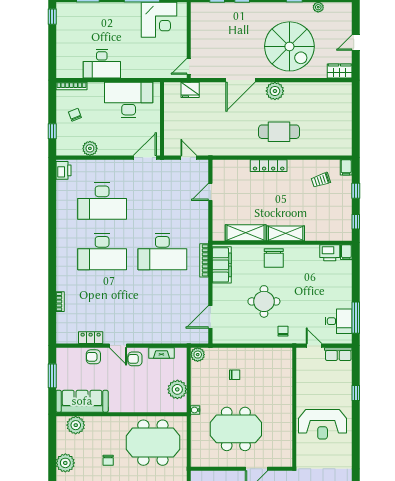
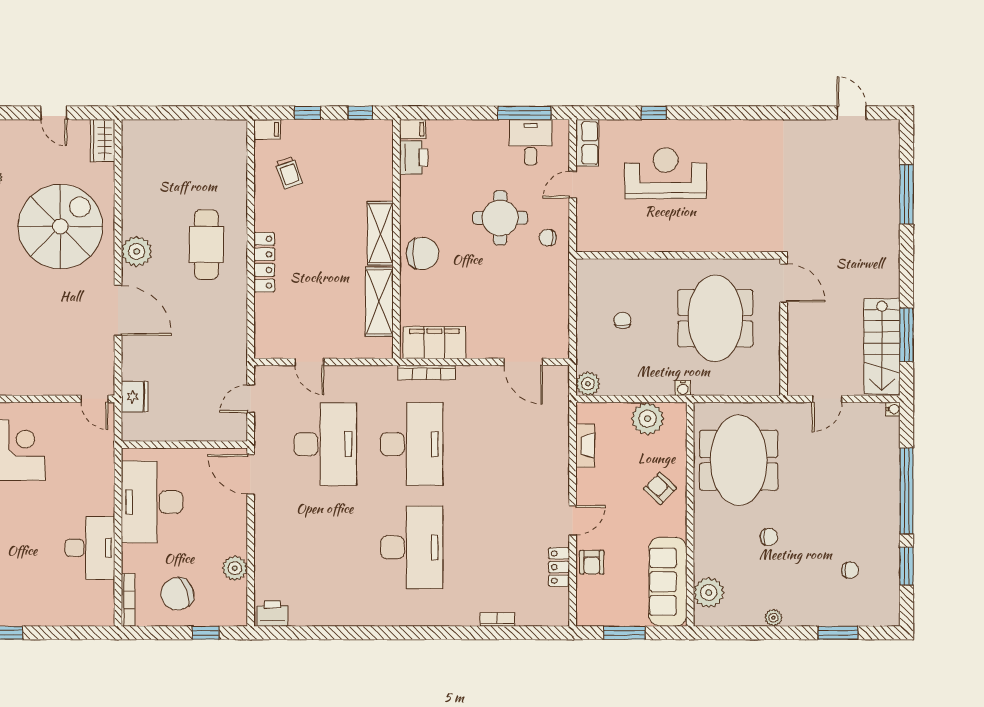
chair: (75, 115) -> (177, 594), width x1.87, depth x1.87
desk: (102, 201) -> (325, 444), moved
round table: (264, 301) -> (500, 218), moved
armchair: (135, 359) -> (660, 488), moved, turned 134
wall: (294, 407) -> (678, 255), moved
reception desk: (323, 424) -> (666, 173), moved, turned -90
plant: (65, 463) -> (773, 618), width x0.53, depth x0.53

